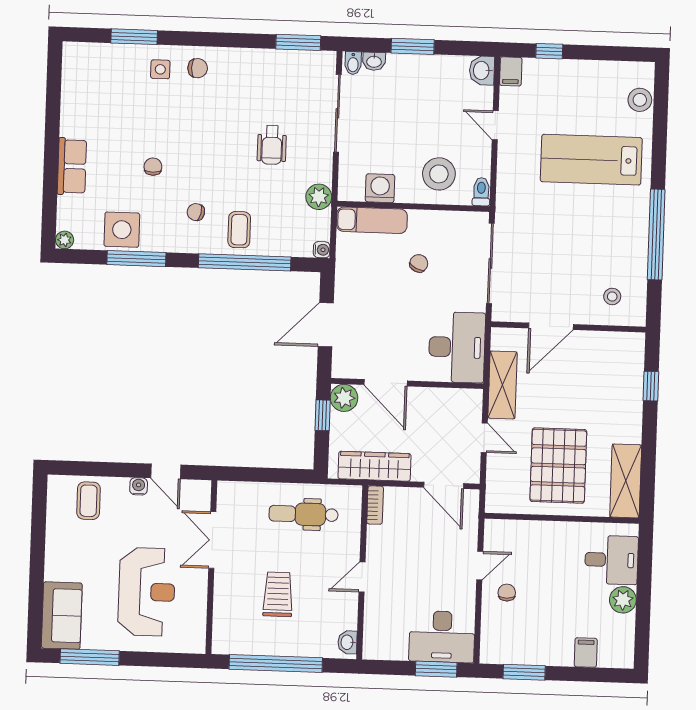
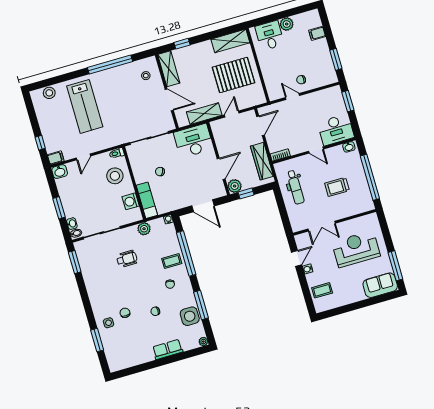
chair: (198, 68) -> (125, 313), moved
shelving: (611, 345) -> (169, 69), added
desk: (442, 637) -> (336, 130), moved, turned 90

